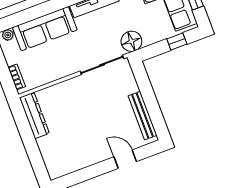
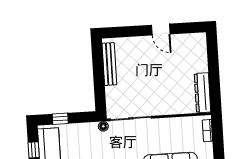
floor lamp: (131, 41) -> (103, 126), width x0.53, depth x0.53
door: (125, 159) -> (161, 30), moved

